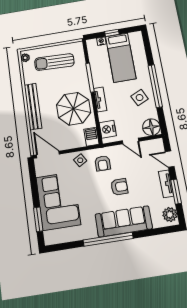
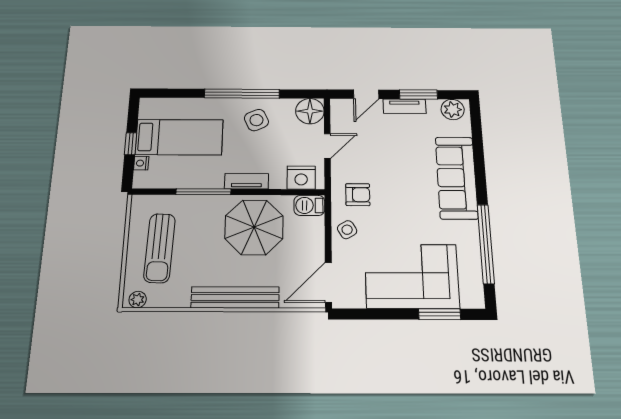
armchair: (119, 187) -> (400, 175), removed
window: (108, 239) -> (486, 244), moved

